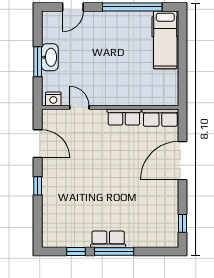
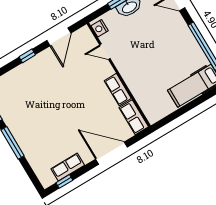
door: (79, 107) -> (105, 52), swing flipped
row of seats: (108, 239) -> (68, 167), moved, turned -90

